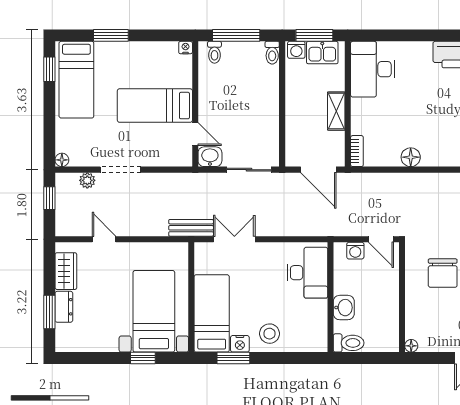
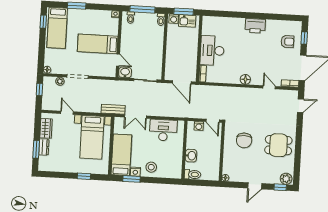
desk: (373, 69) -> (212, 50), moved
shelving: (336, 111) -> (193, 52), removed
floor lamp: (411, 157) -> (245, 79), moved
double door: (234, 239) -> (135, 116), swing flipped
desk: (307, 273) -> (163, 130), moved, turned -90
bed with nightstands: (154, 311) -> (92, 137), moved, turned 180

